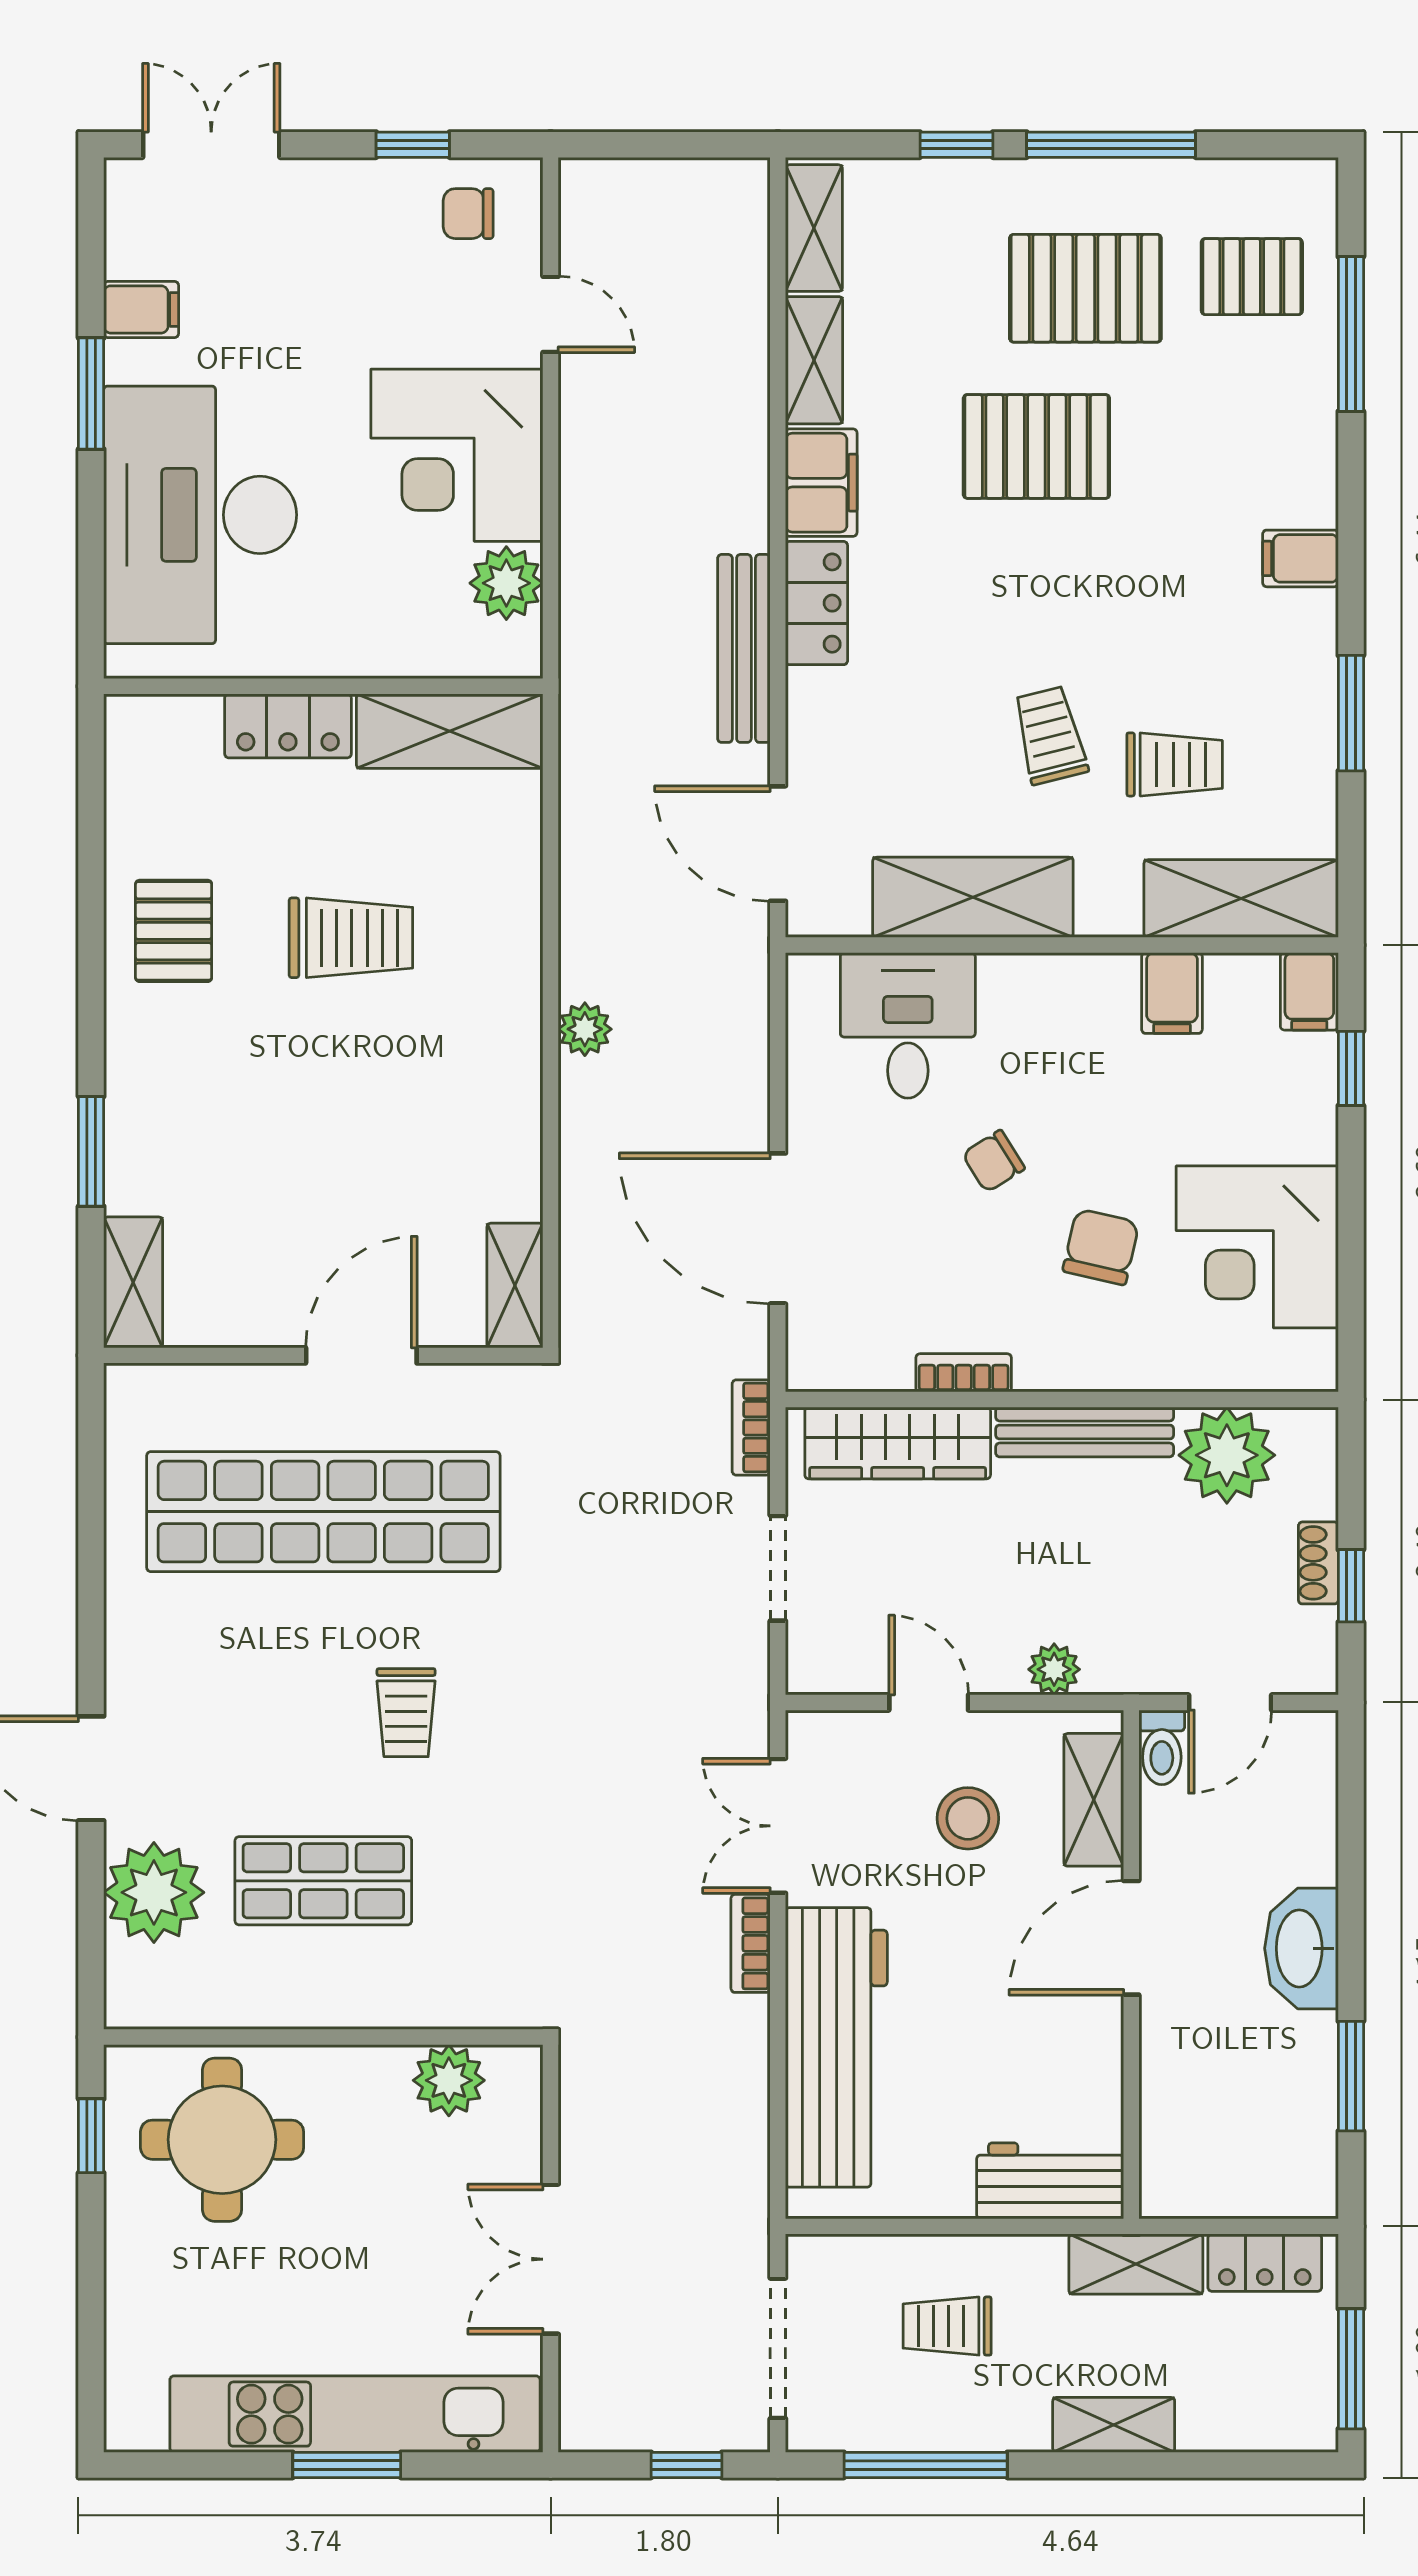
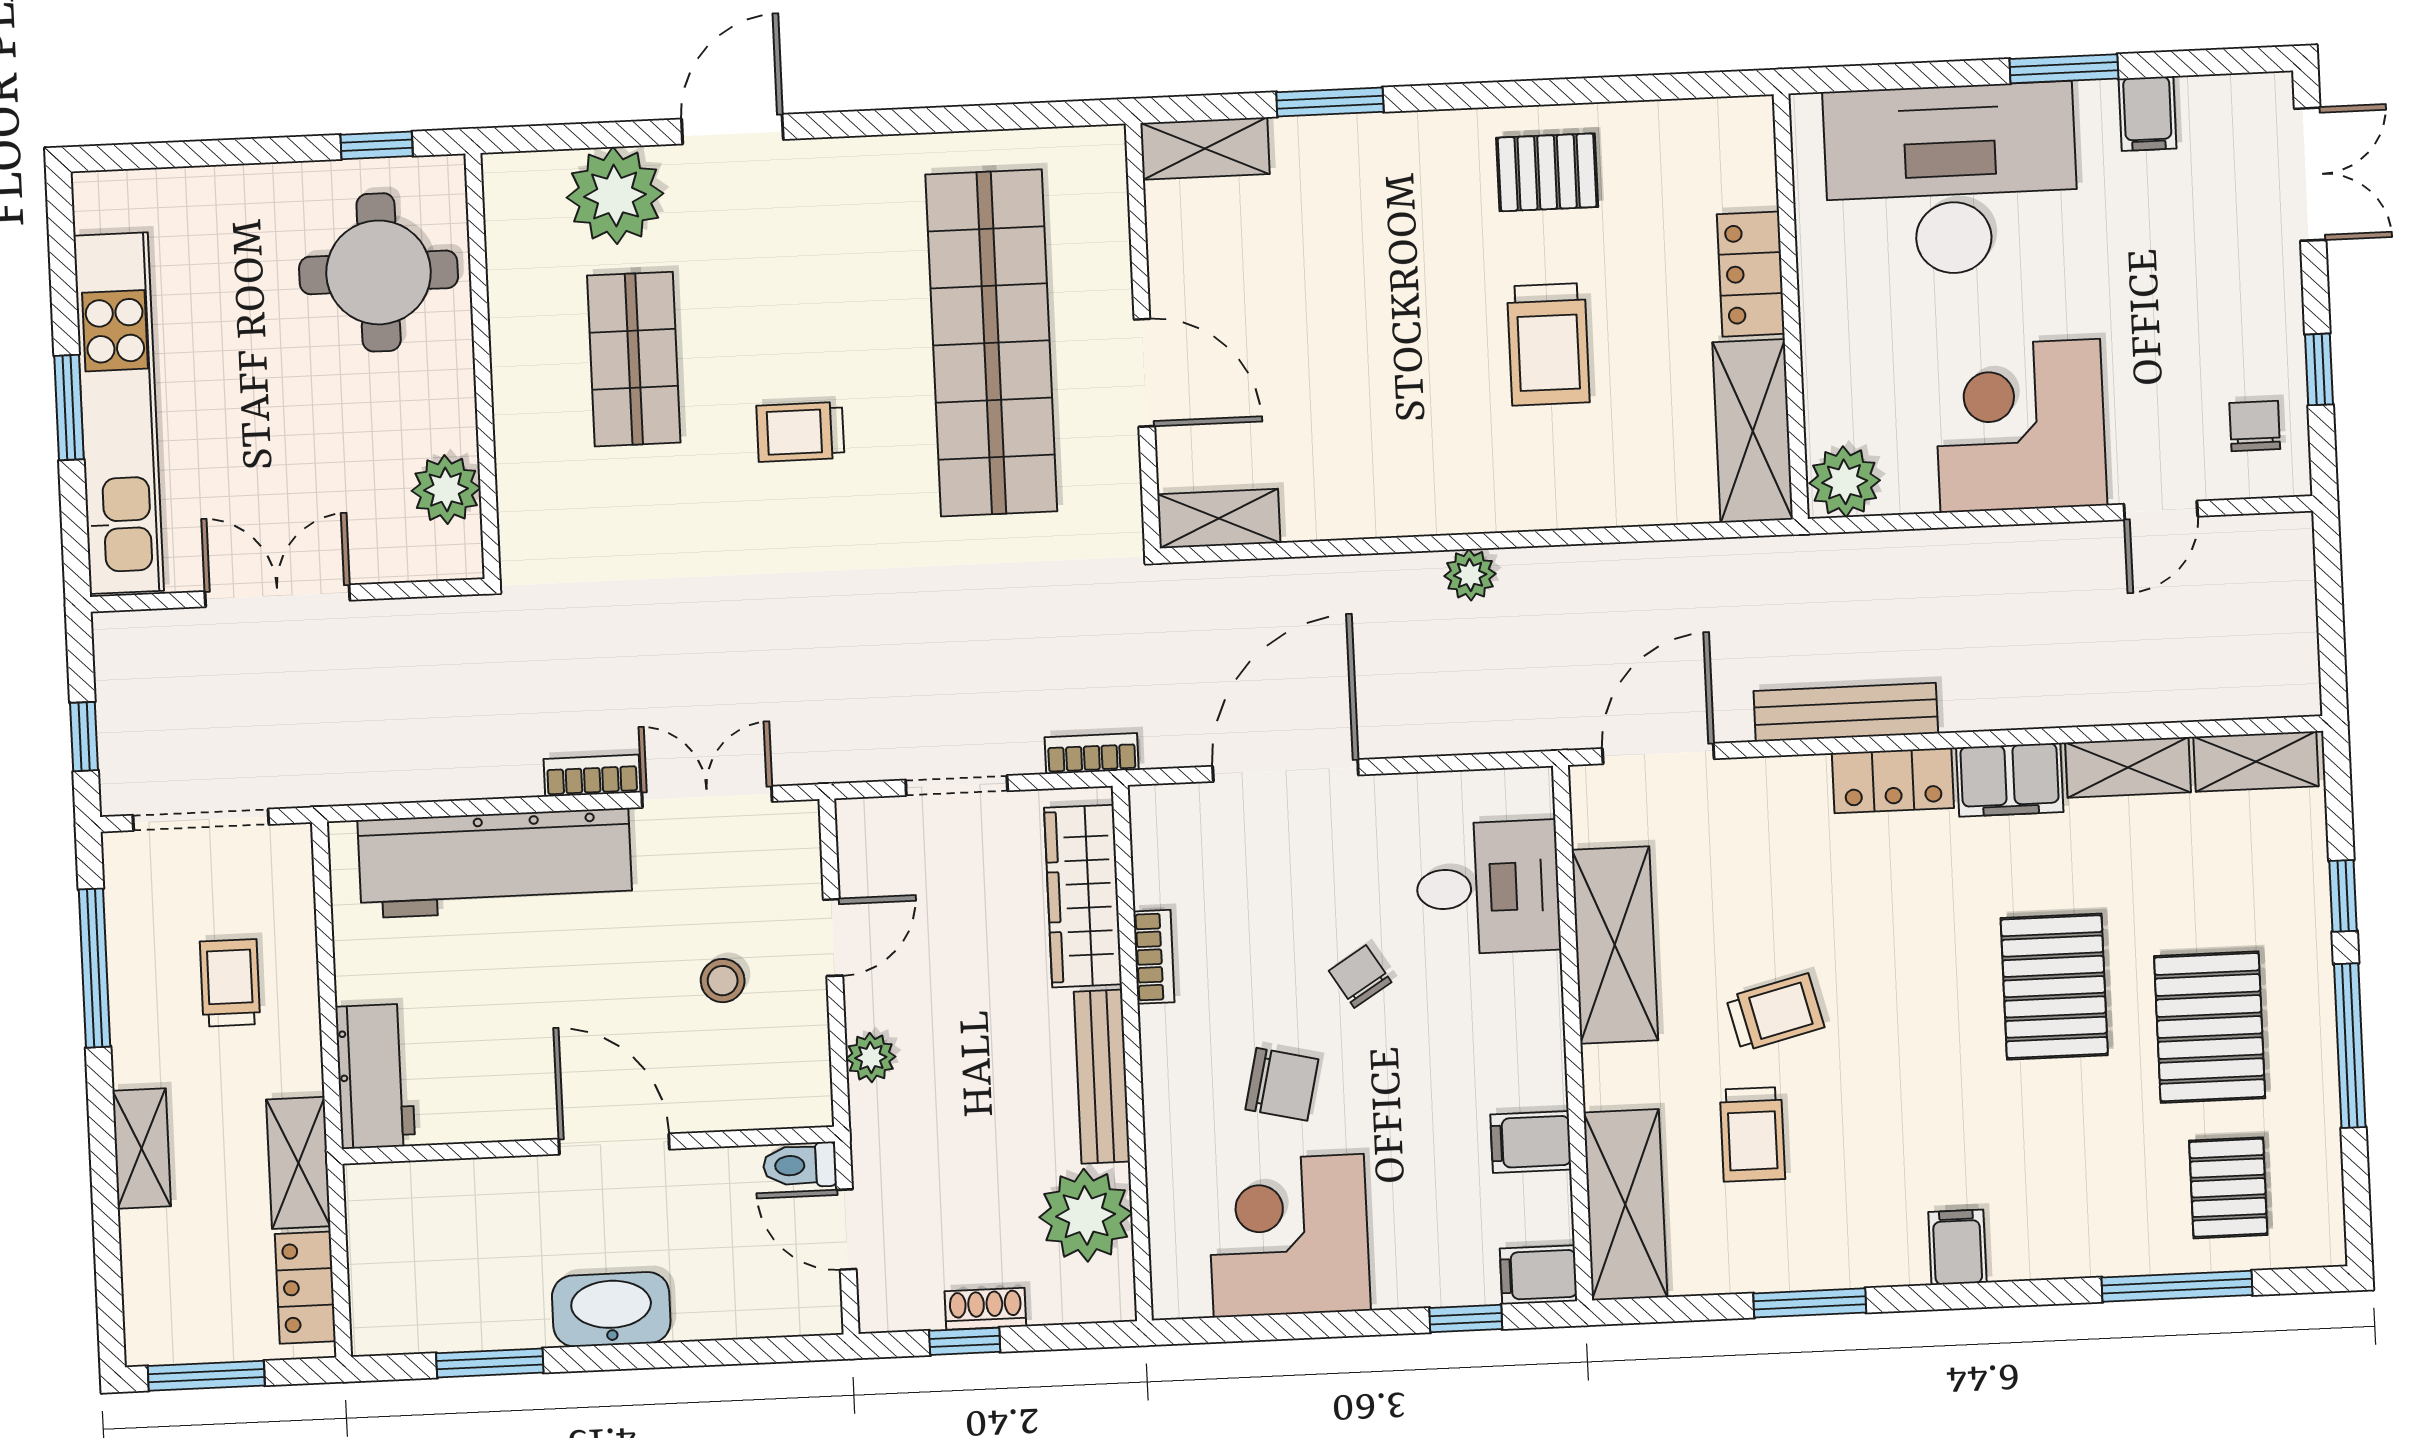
plant: (506, 583) -> (1845, 482), moved
shelving: (1094, 1800) -> (746, 1102), removed
stool: (968, 1818) -> (723, 981), width x0.73, depth x0.73

